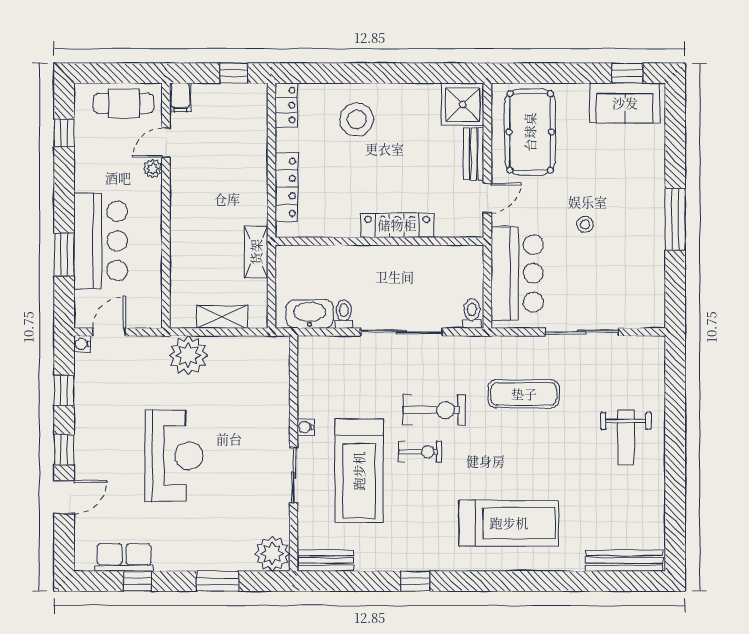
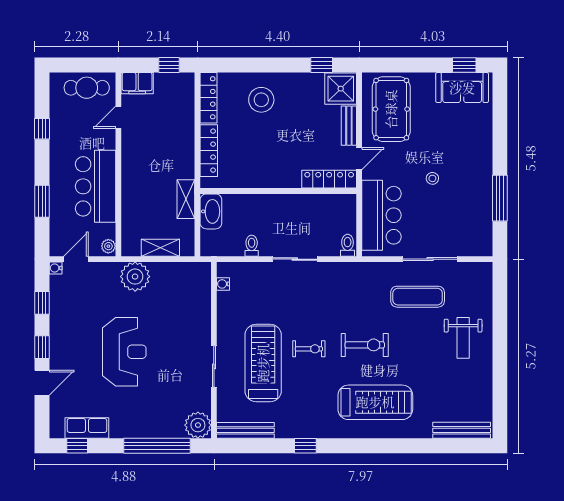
window: (437, 73) -> (322, 65), added
filing cabinet: (180, 97) -> (137, 83), width x2.00
locker: (286, 105) -> (209, 98), width x1.53
window: (64, 133) -> (42, 129), moved
plant: (153, 169) -> (108, 246), moved
window: (675, 219) -> (500, 198), moved
locker: (397, 225) -> (329, 179), moved
bar counter: (101, 241) -> (96, 186), moved, turned 180
washbasin: (310, 314) -> (211, 211), moved, turned 90
sliding door: (401, 332) -> (295, 259), width x0.73
exercise mat: (524, 394) -> (418, 297), moved
exercise bike: (434, 410) -> (365, 345), moved
water cooler: (306, 427) -> (223, 284), moved
treadmill: (359, 471) -> (263, 363), turned 180
bench: (325, 561) -> (245, 430), width x1.36
window: (137, 581) -> (77, 446), moved
window: (217, 581) -> (157, 446), width x2.11

